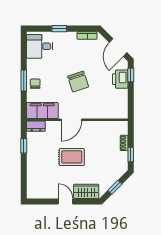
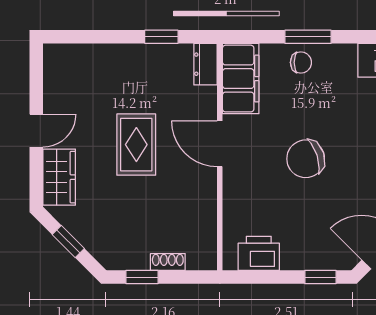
printer: (120, 79) -> (259, 253), moved

